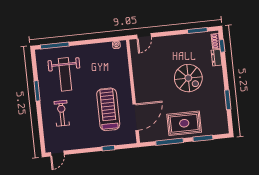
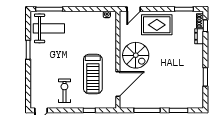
weight bench: (65, 74) -> (49, 28), moved, turned -90
spiral stairs: (188, 78) -> (136, 55), moved
treadmill: (108, 109) -> (93, 74), turned 180
exercise bike: (62, 113) -> (64, 91), moved
rug: (184, 123) -> (157, 25), moved

